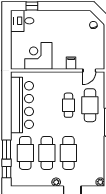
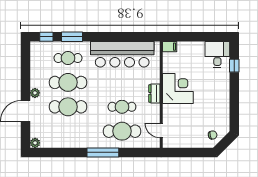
corner desk: (38, 56) -> (178, 88), moved
filing cabinet: (71, 63) -> (170, 47), moved
dresser: (57, 77) -> (154, 93), added
cafe table: (25, 153) -> (68, 58), width x0.73, depth x0.74

